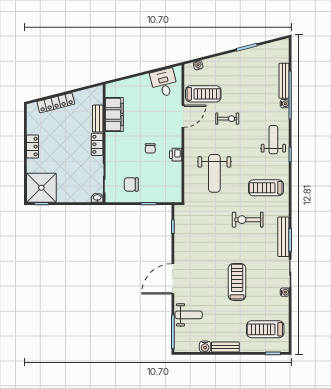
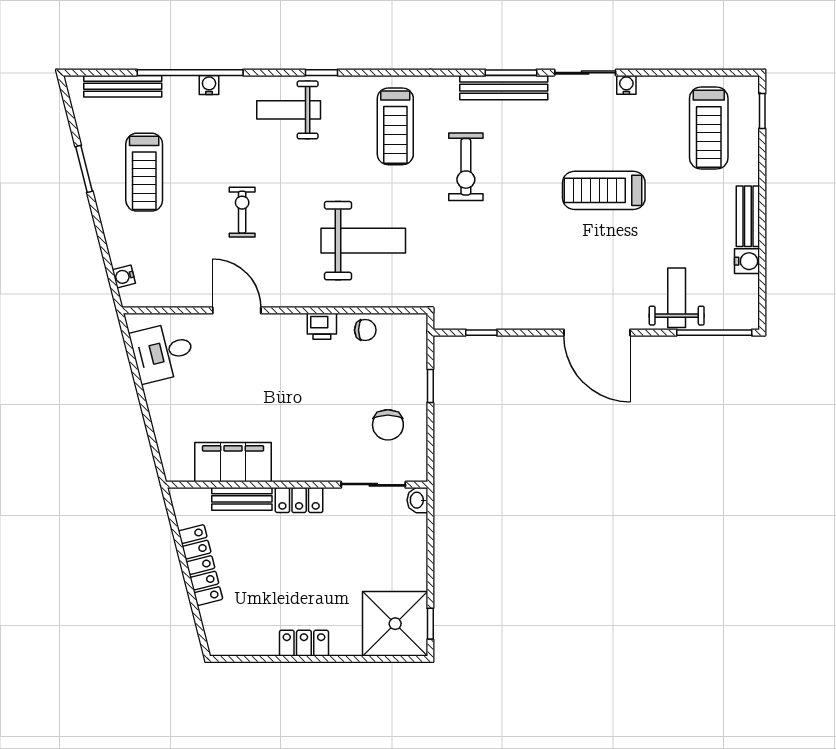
bench: (284, 81) -> (123, 86), moved
treadmill: (203, 94) -> (144, 172), moved, turned 180
locker: (56, 103) -> (200, 565), moved
chair: (150, 148) -> (365, 330), moved

